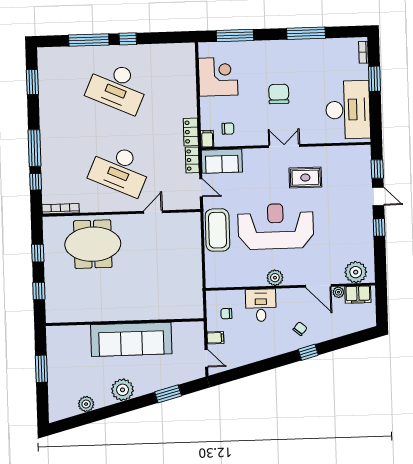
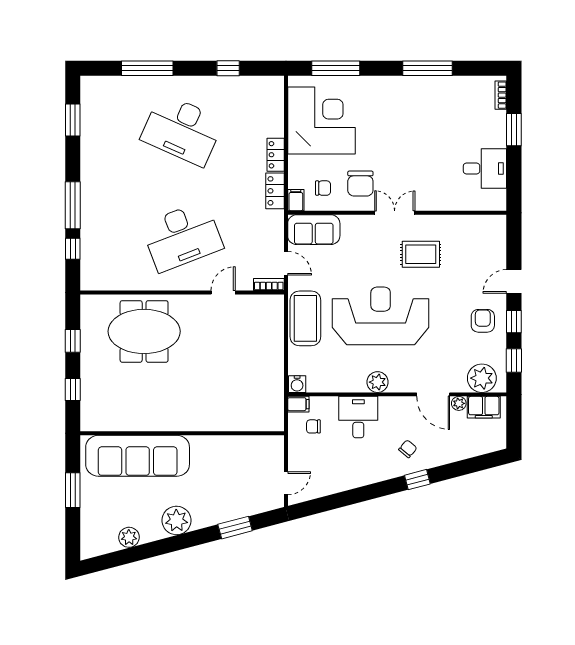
window: (128, 39) -> (228, 68), moved
corner desk: (218, 77) -> (321, 121), width x1.36, depth x1.36
chair: (279, 94) -> (360, 184), moved, turned 180
desk: (348, 110) -> (485, 168), width x0.53, depth x0.77
locker: (192, 160) -> (276, 155), moved
window: (377, 169) -> (514, 361), moved
desk: (120, 170) -> (182, 236), turned -45
door: (378, 196) -> (514, 281), swing flipped
bookcase: (61, 209) -> (269, 285), moved, width x0.64
armchair: (355, 228) -> (483, 321), added
water cooler: (213, 281) -> (297, 384), added
filing cabinet: (215, 338) -> (298, 404), moved
sofa: (131, 339) -> (138, 456), moved
door: (206, 358) -> (286, 483), hinge flipped

